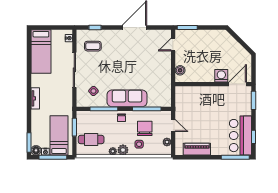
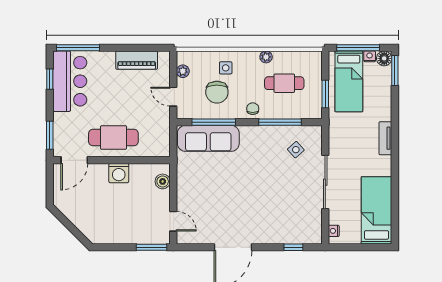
door: (173, 44) -> (173, 221), hinge flipped
coffee table: (93, 46) -> (297, 219), removed
washing machine: (221, 76) -> (119, 173), moved
sofa: (127, 98) -> (208, 138), moved
cafe table: (212, 99) -> (113, 137), added
cafe table: (91, 140) -> (284, 83), moved
plant: (123, 150) -> (251, 59), removed

